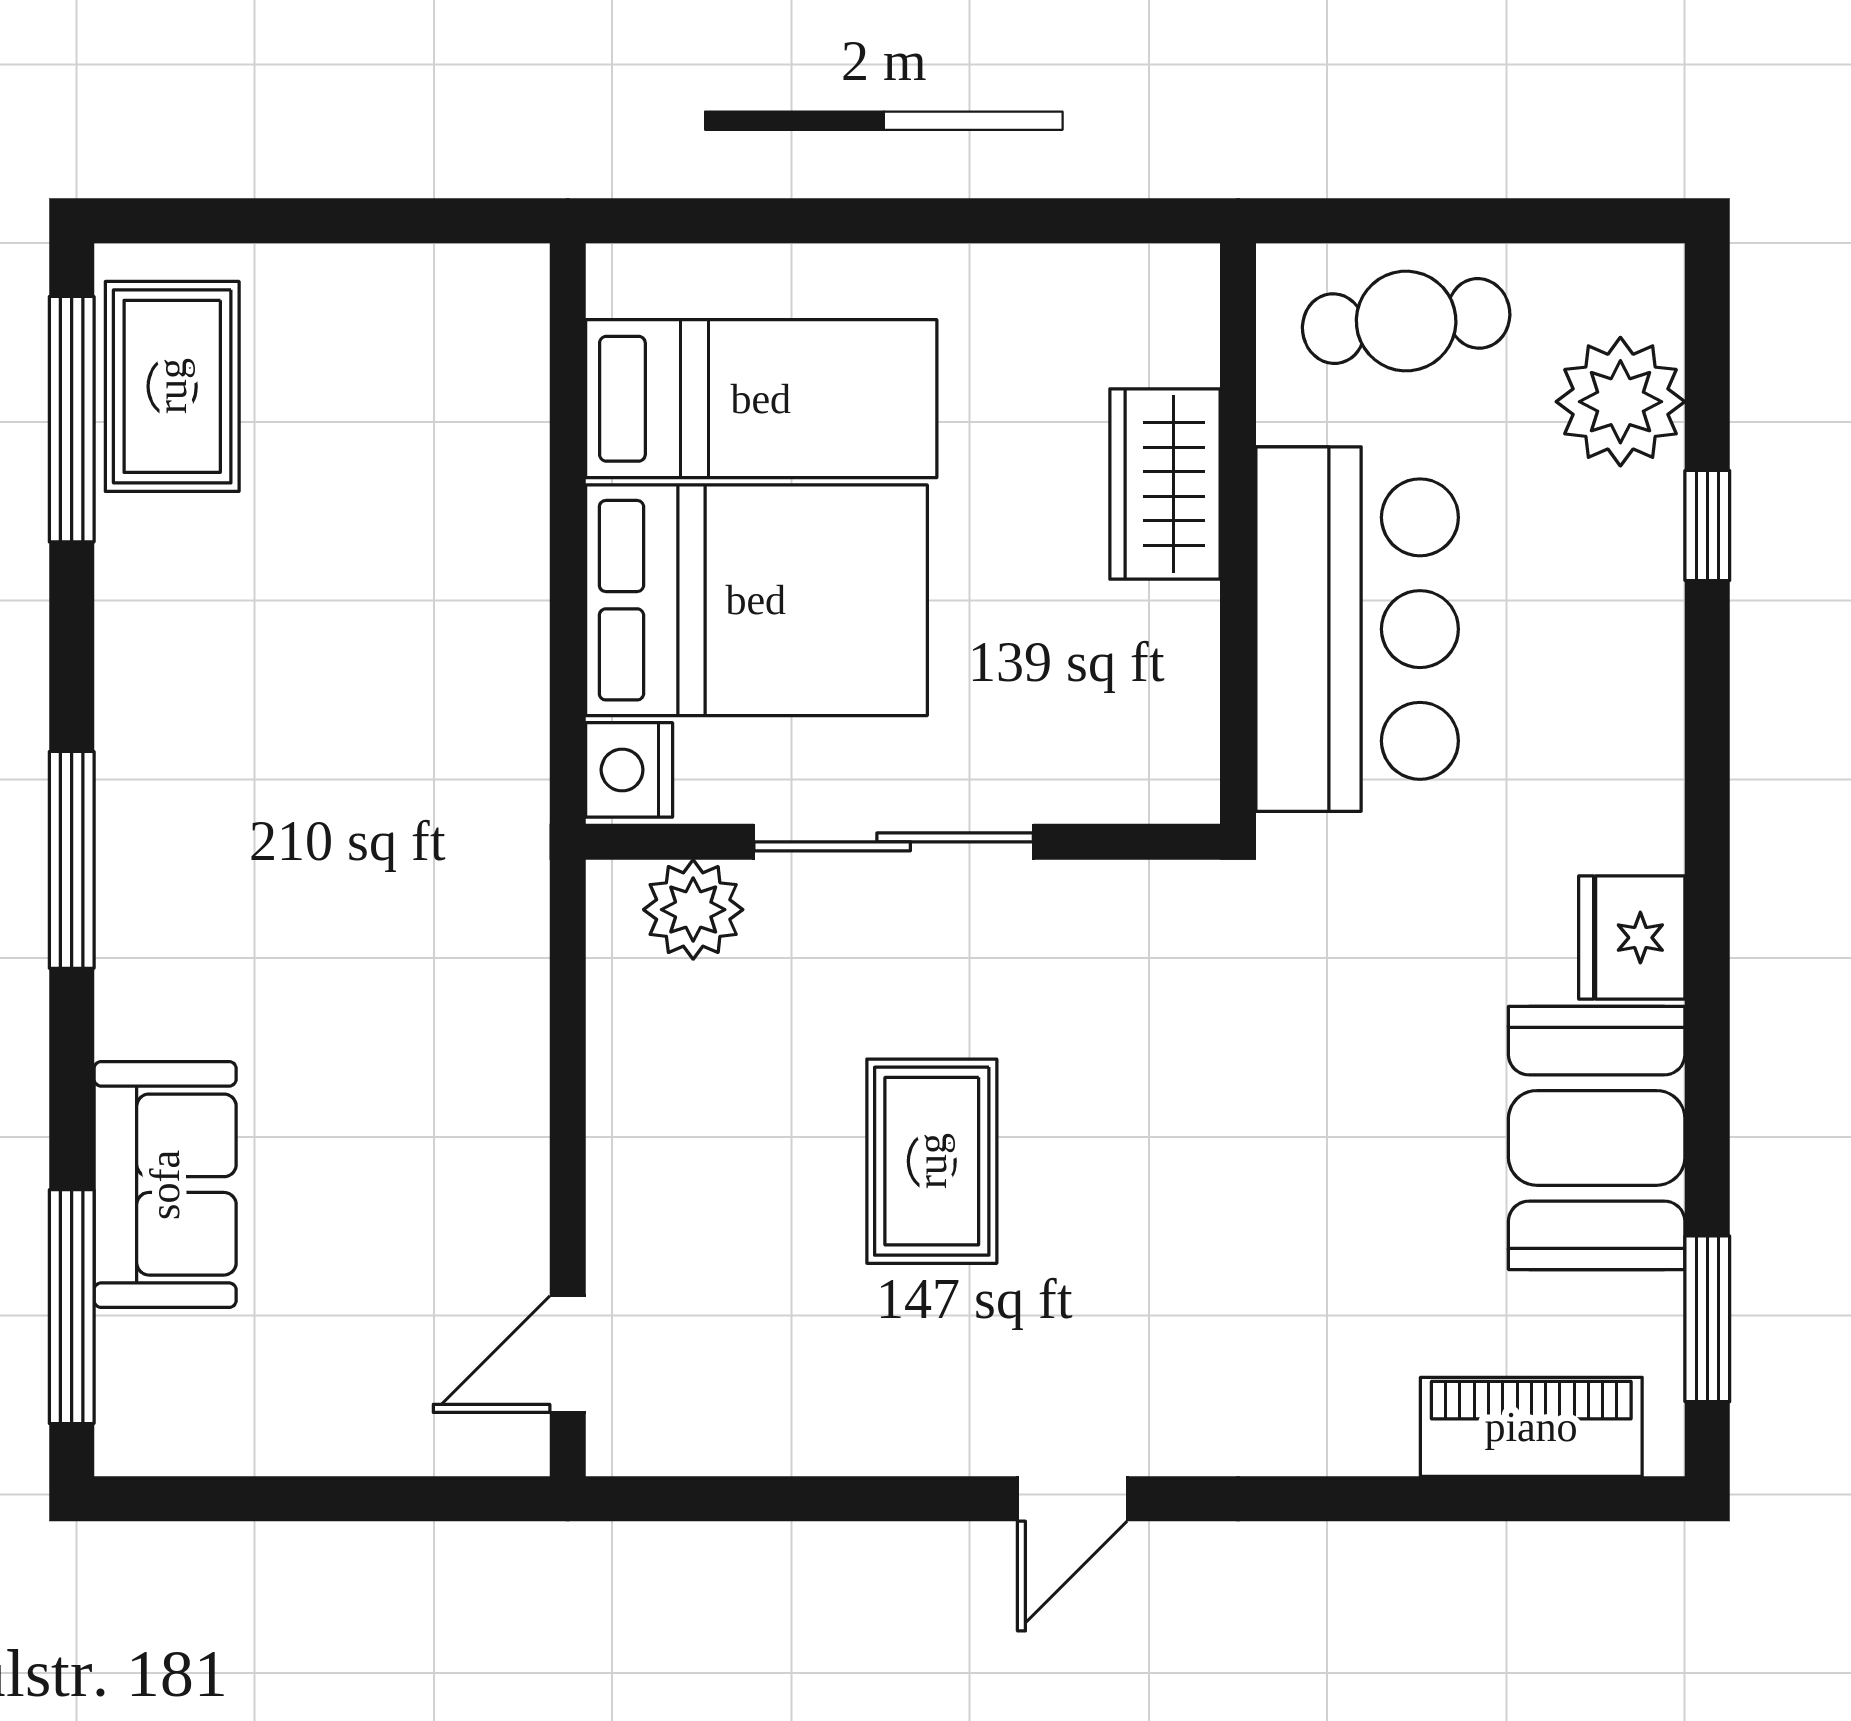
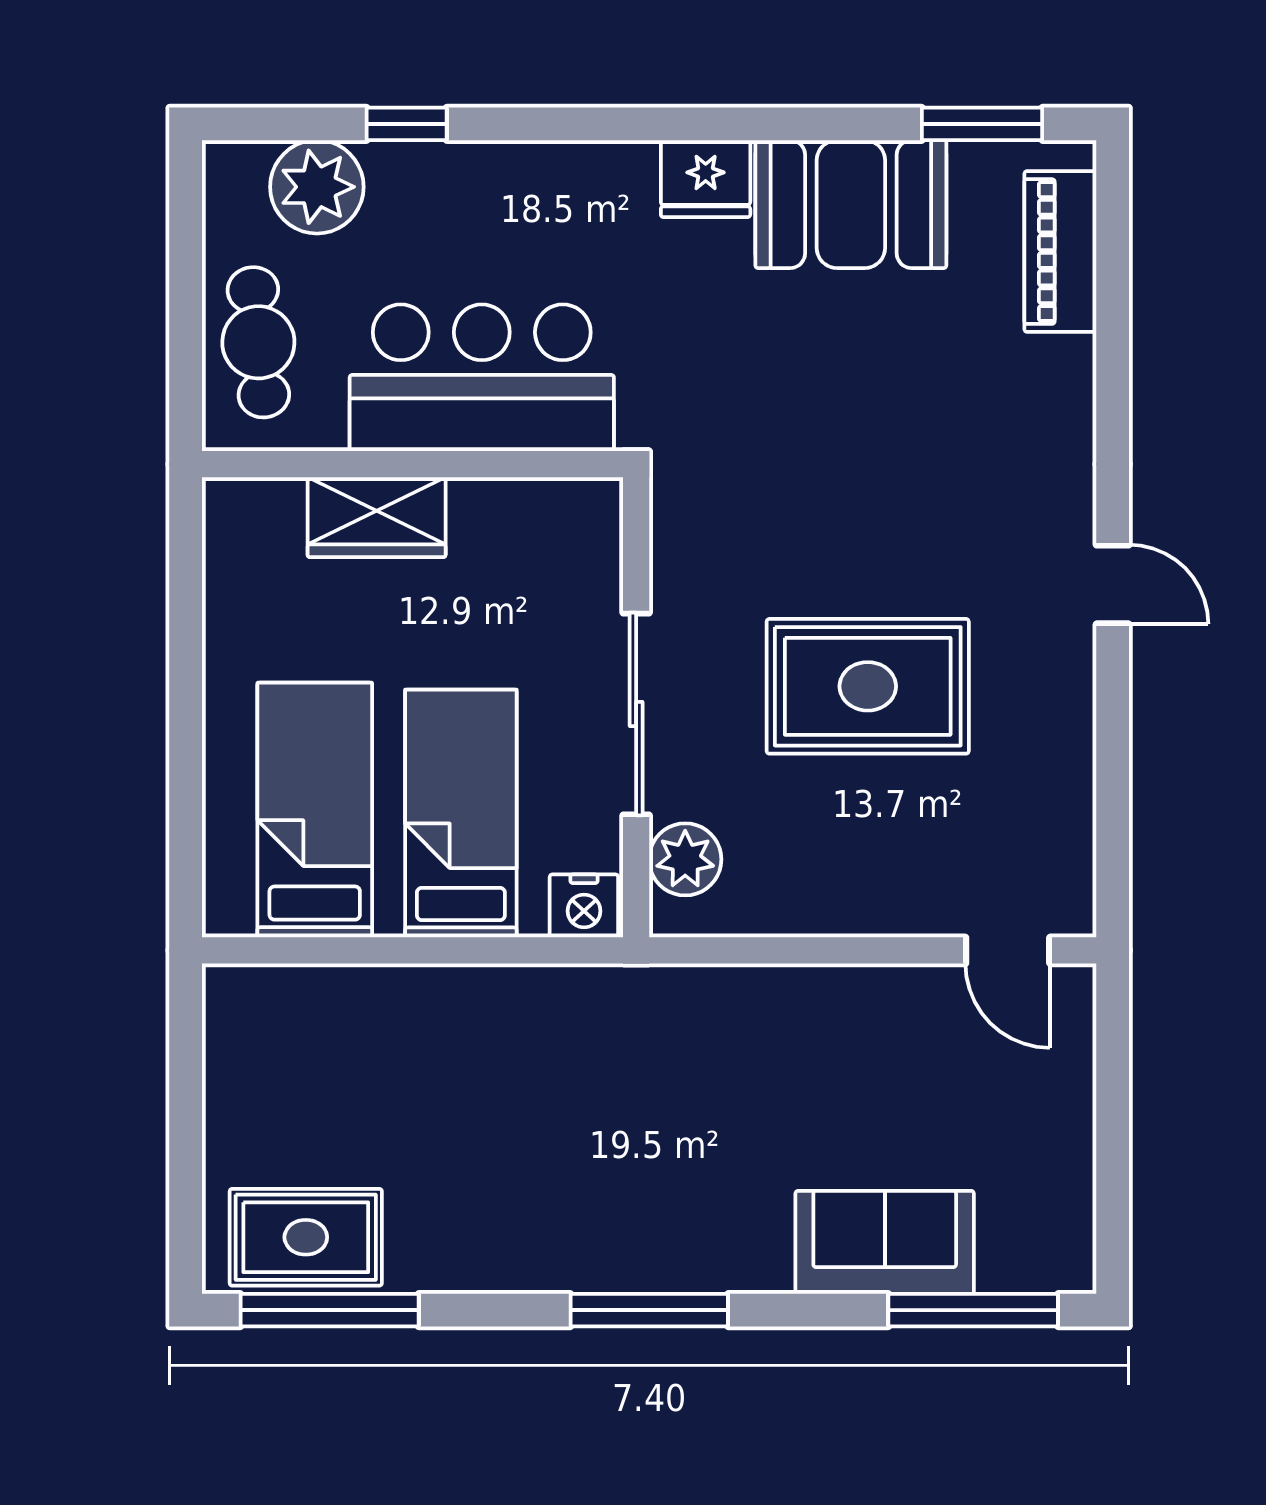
bed: (756, 600) -> (461, 813), width x0.67
rug: (932, 1161) -> (868, 686), width x1.36, depth x1.43

